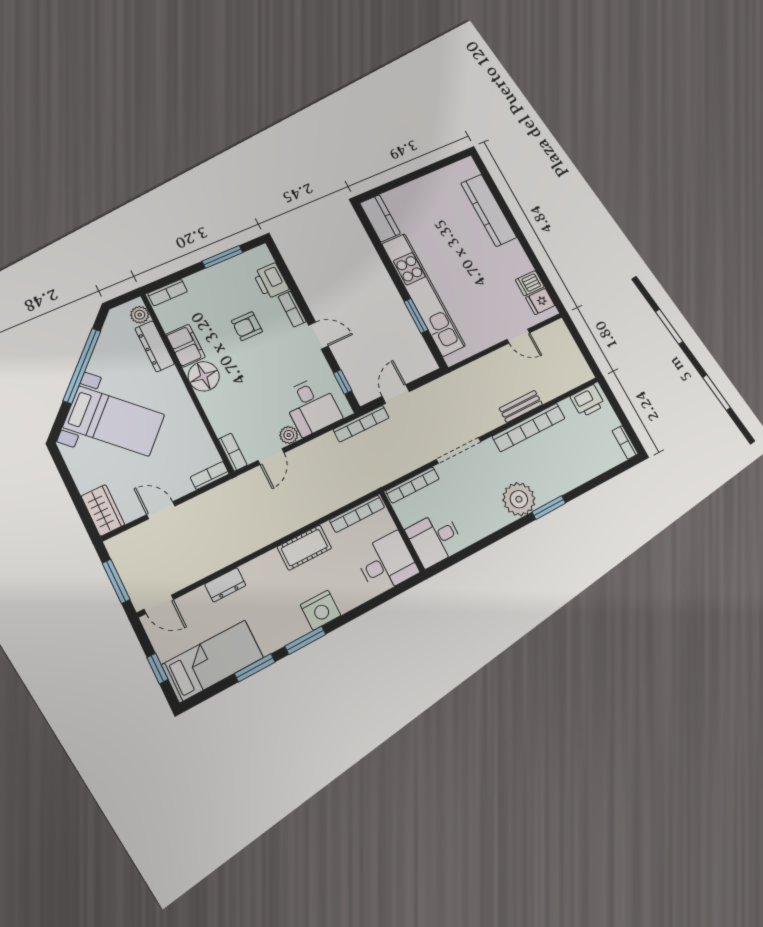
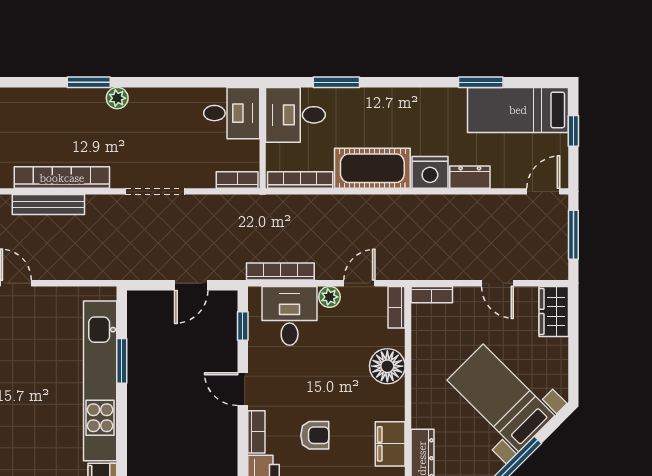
floor lamp: (204, 376) -> (387, 366), moved
bench: (521, 406) -> (48, 204), width x1.36
bookcase: (361, 424) -> (280, 272), moved
bookcase: (413, 485) -> (237, 180), width x0.64
plant: (519, 499) -> (117, 98), width x0.53, depth x0.53
cot: (304, 548) -> (372, 168), width x1.37, depth x1.34
door: (159, 604) -> (543, 191), hinge flipped
nightstand: (321, 610) -> (430, 172), moved, turned 180
window: (305, 640) -> (336, 82), moved

